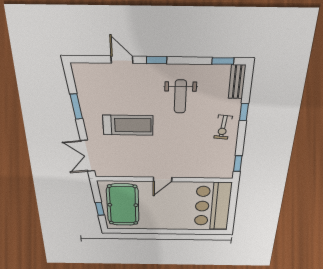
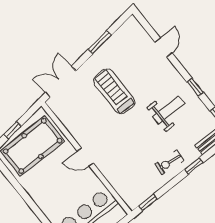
window: (157, 60) -> (195, 87), moved
weight bench: (180, 97) -> (168, 110), turned 180
treadmill: (128, 125) -> (114, 91), turned 180

